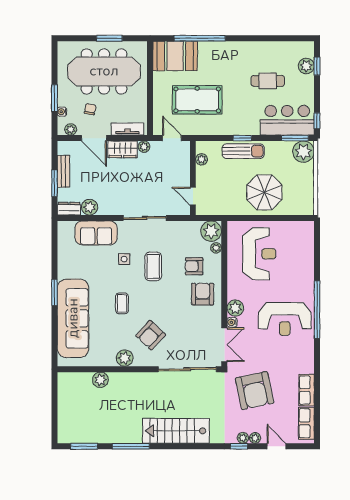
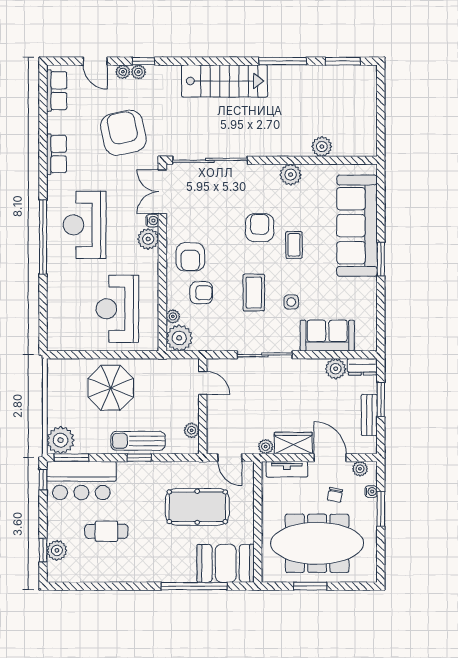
reception desk: (285, 319) -> (85, 225), turned -90
armchair: (151, 335) -> (260, 228), moved, turned -43
row of seats: (307, 390) -> (56, 154), moved

